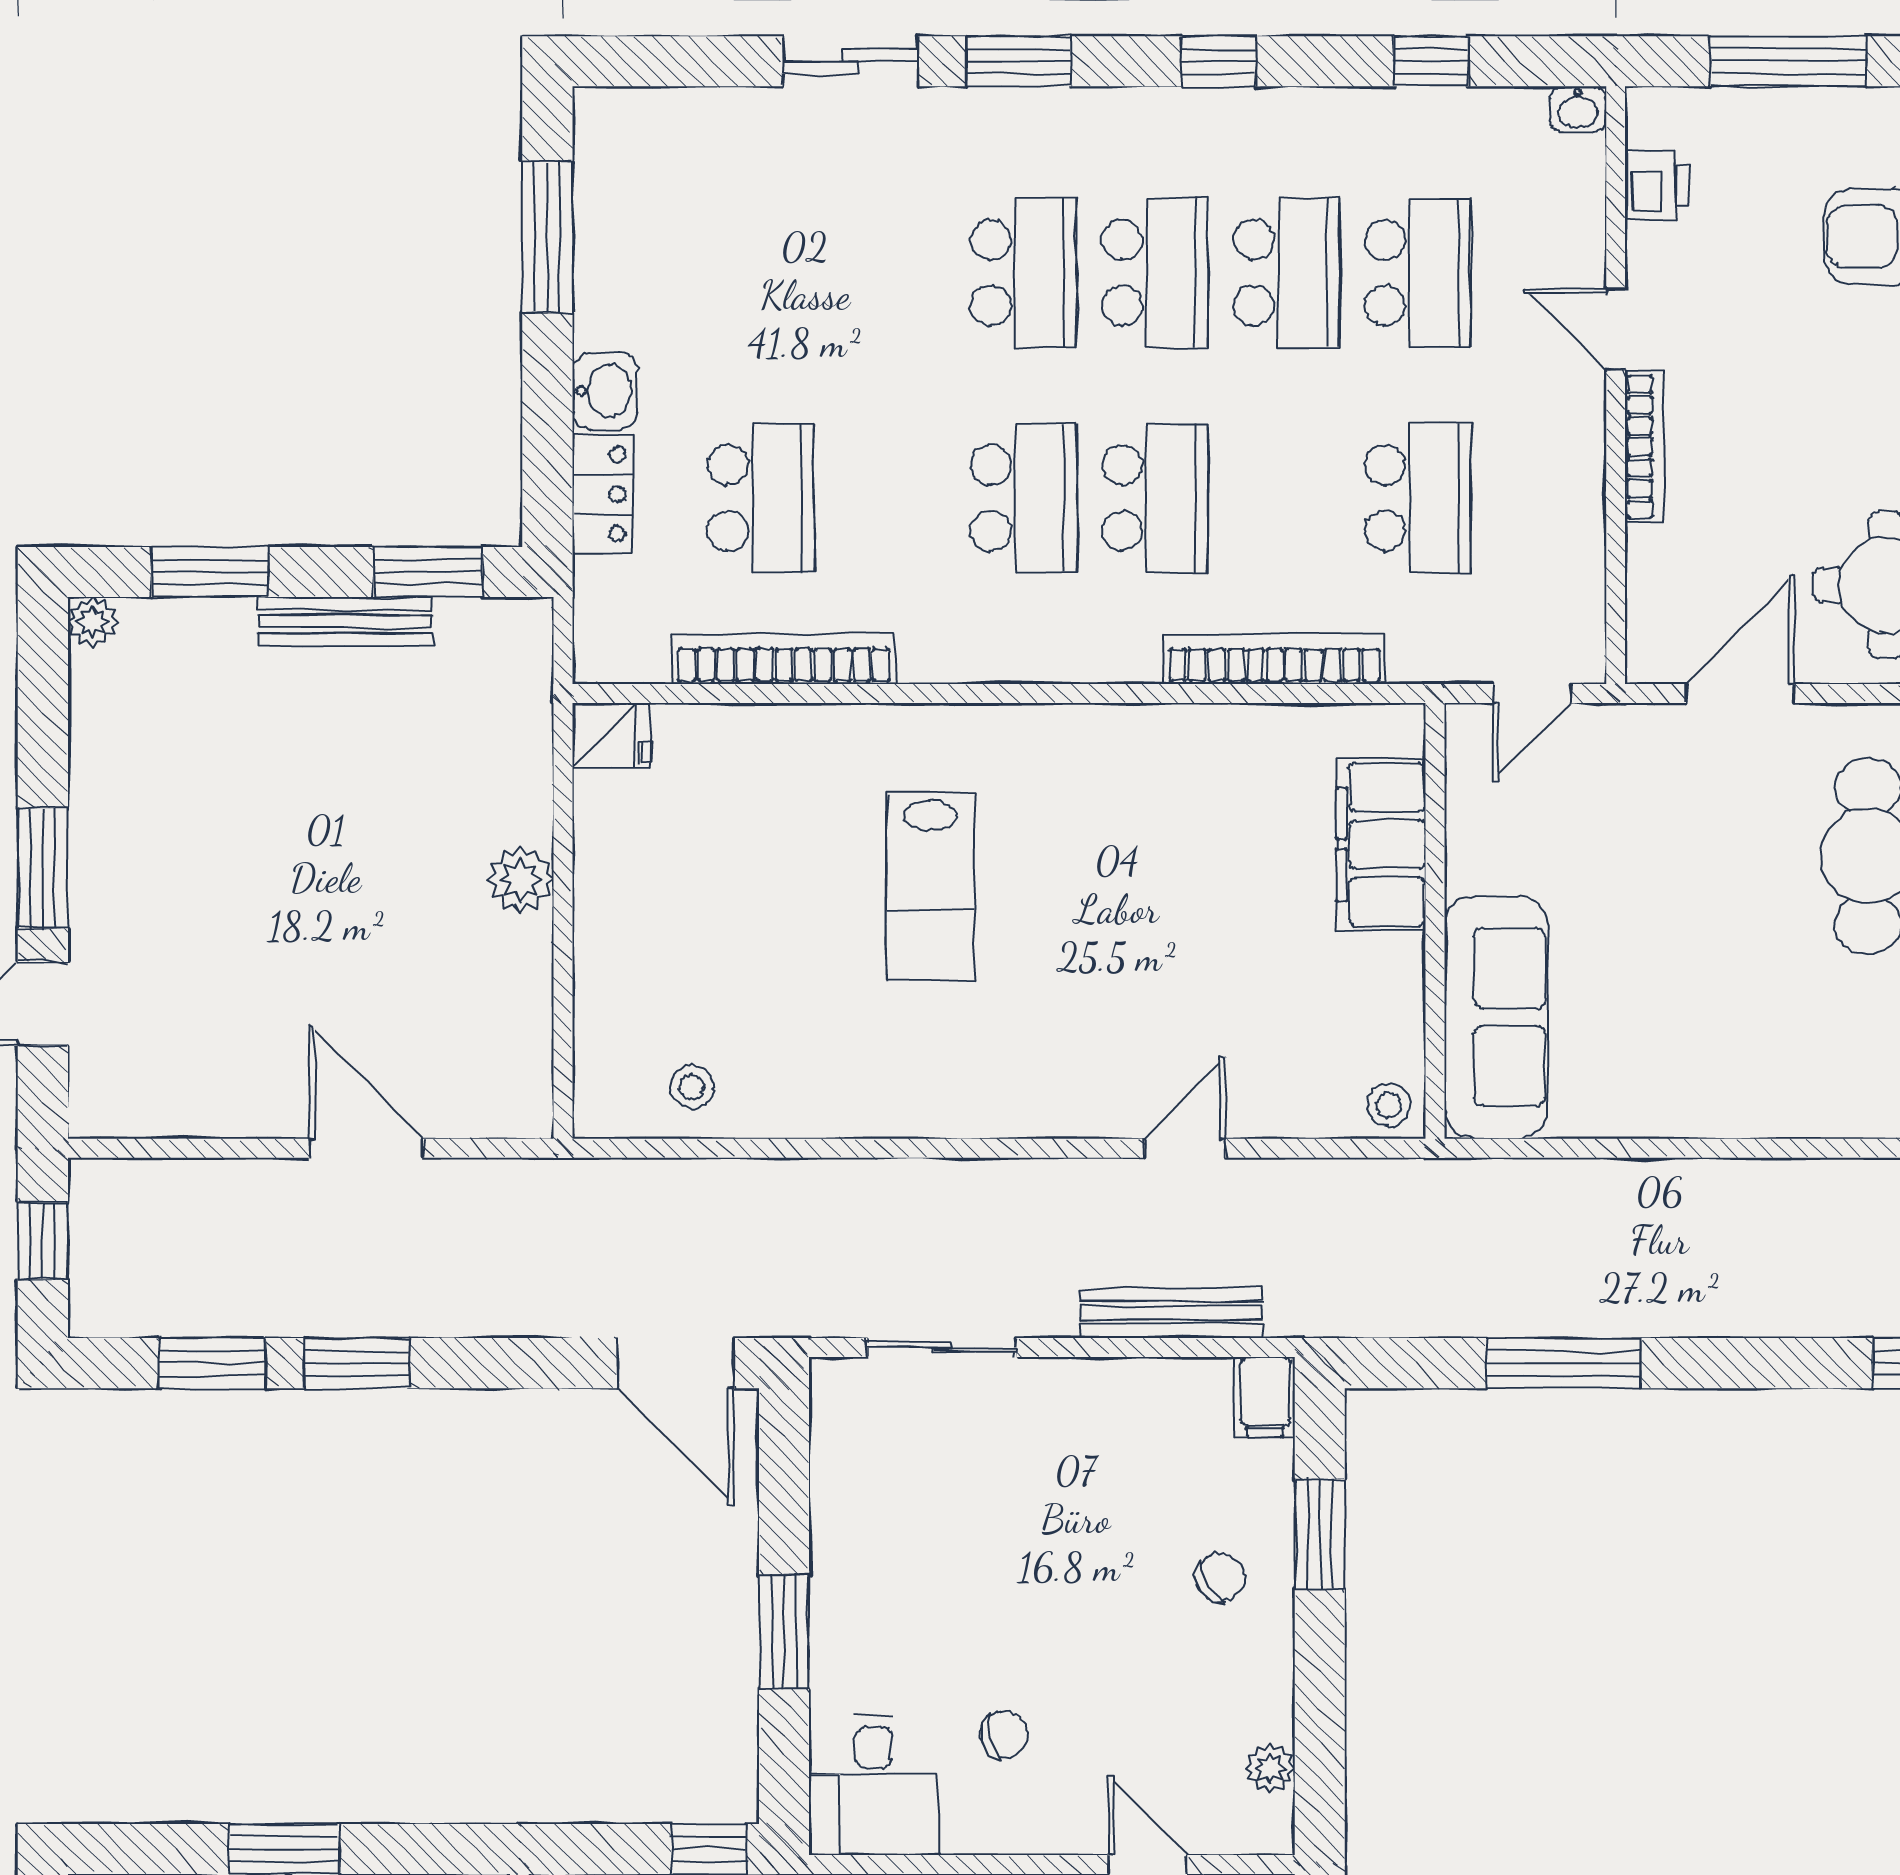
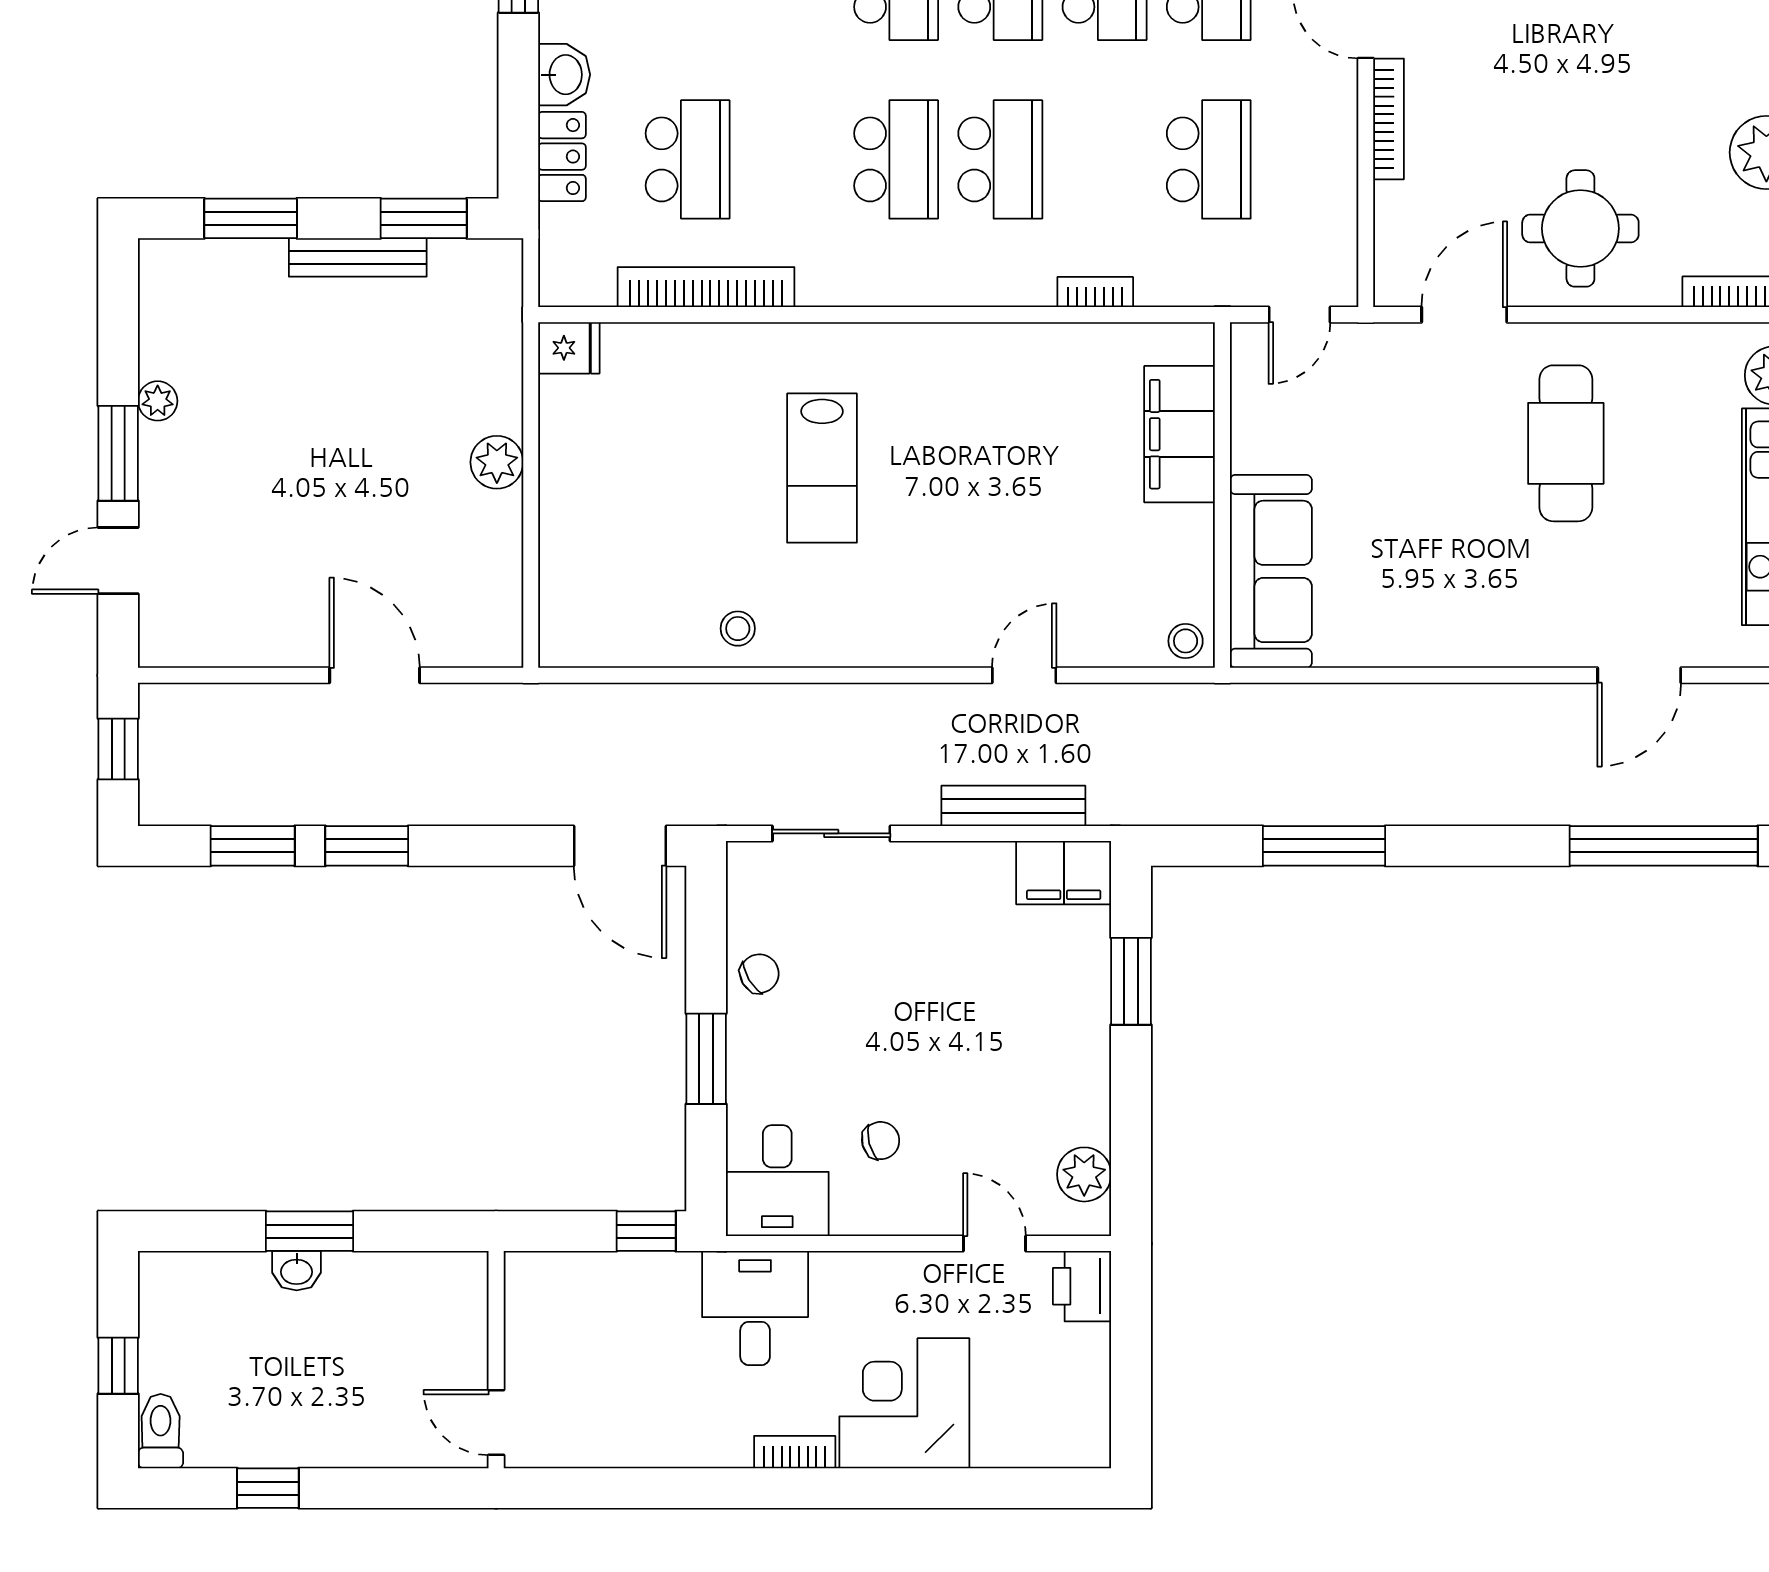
plant: (93, 622) -> (158, 401), moved
bookcase: (1275, 659) -> (1095, 292), width x0.43, depth x0.76
stool: (692, 1087) -> (738, 629), moved
filing cabinet: (1265, 1397) -> (1064, 873), width x2.00
chair: (1221, 1578) -> (759, 974), moved
plant: (1270, 1768) -> (1084, 1174), width x1.38, depth x1.38

